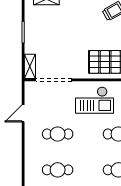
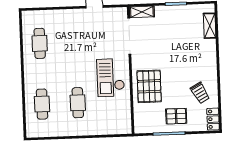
cafe table: (58, 134) -> (75, 42), removed

